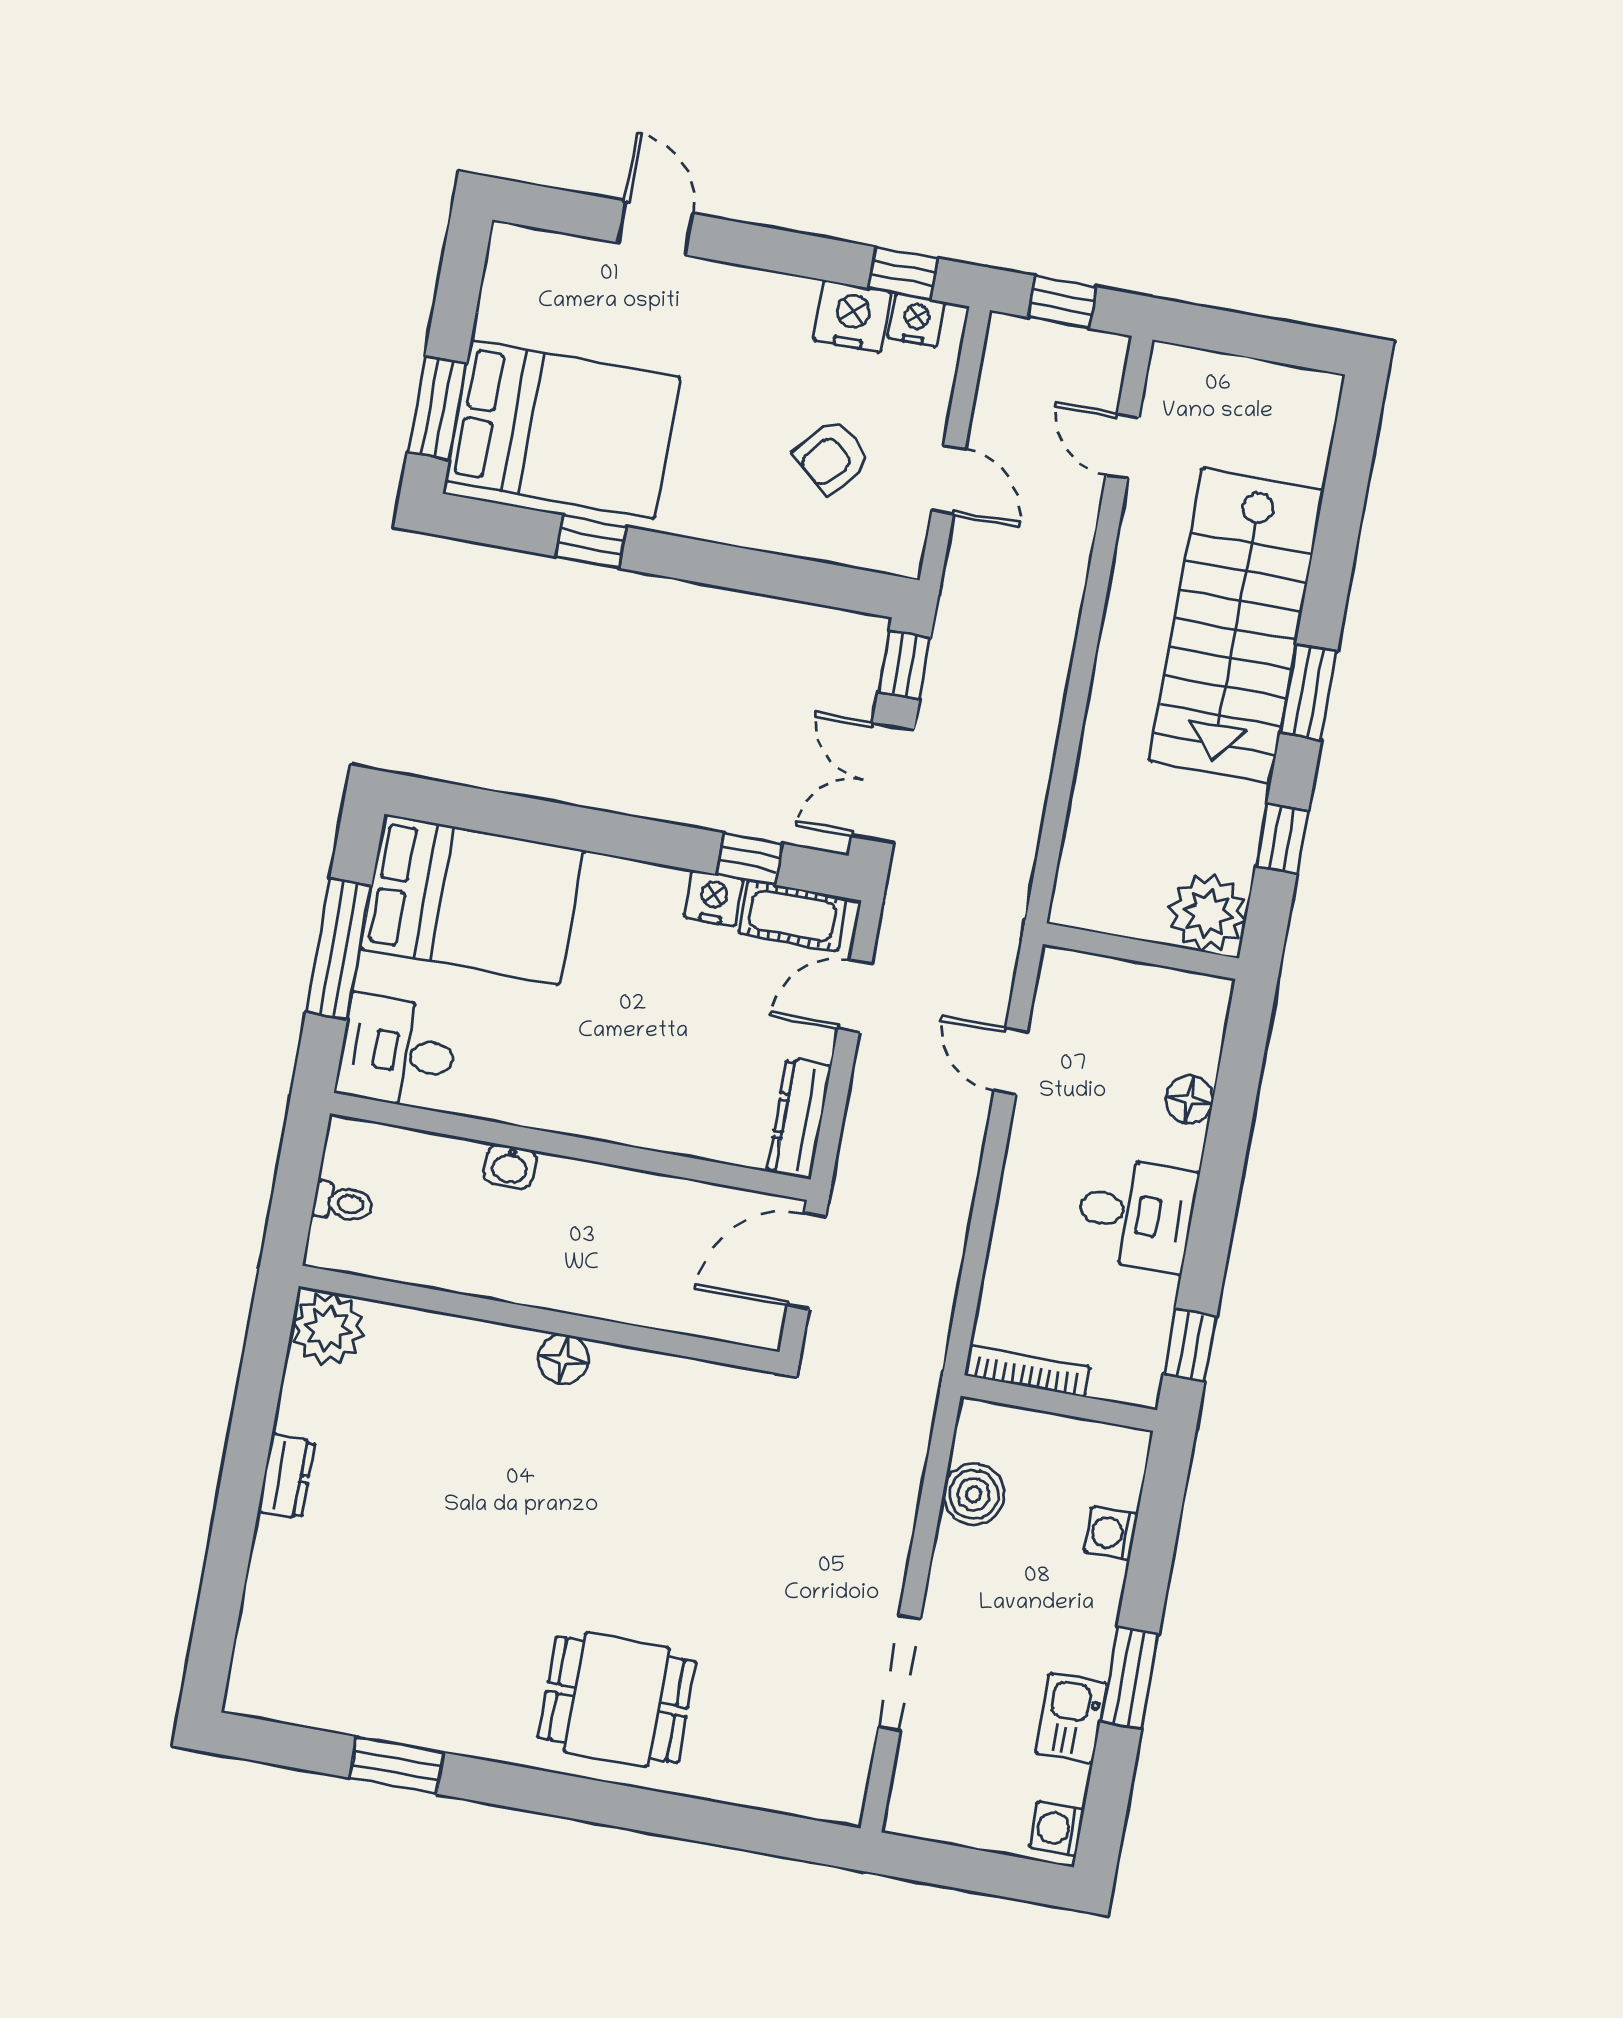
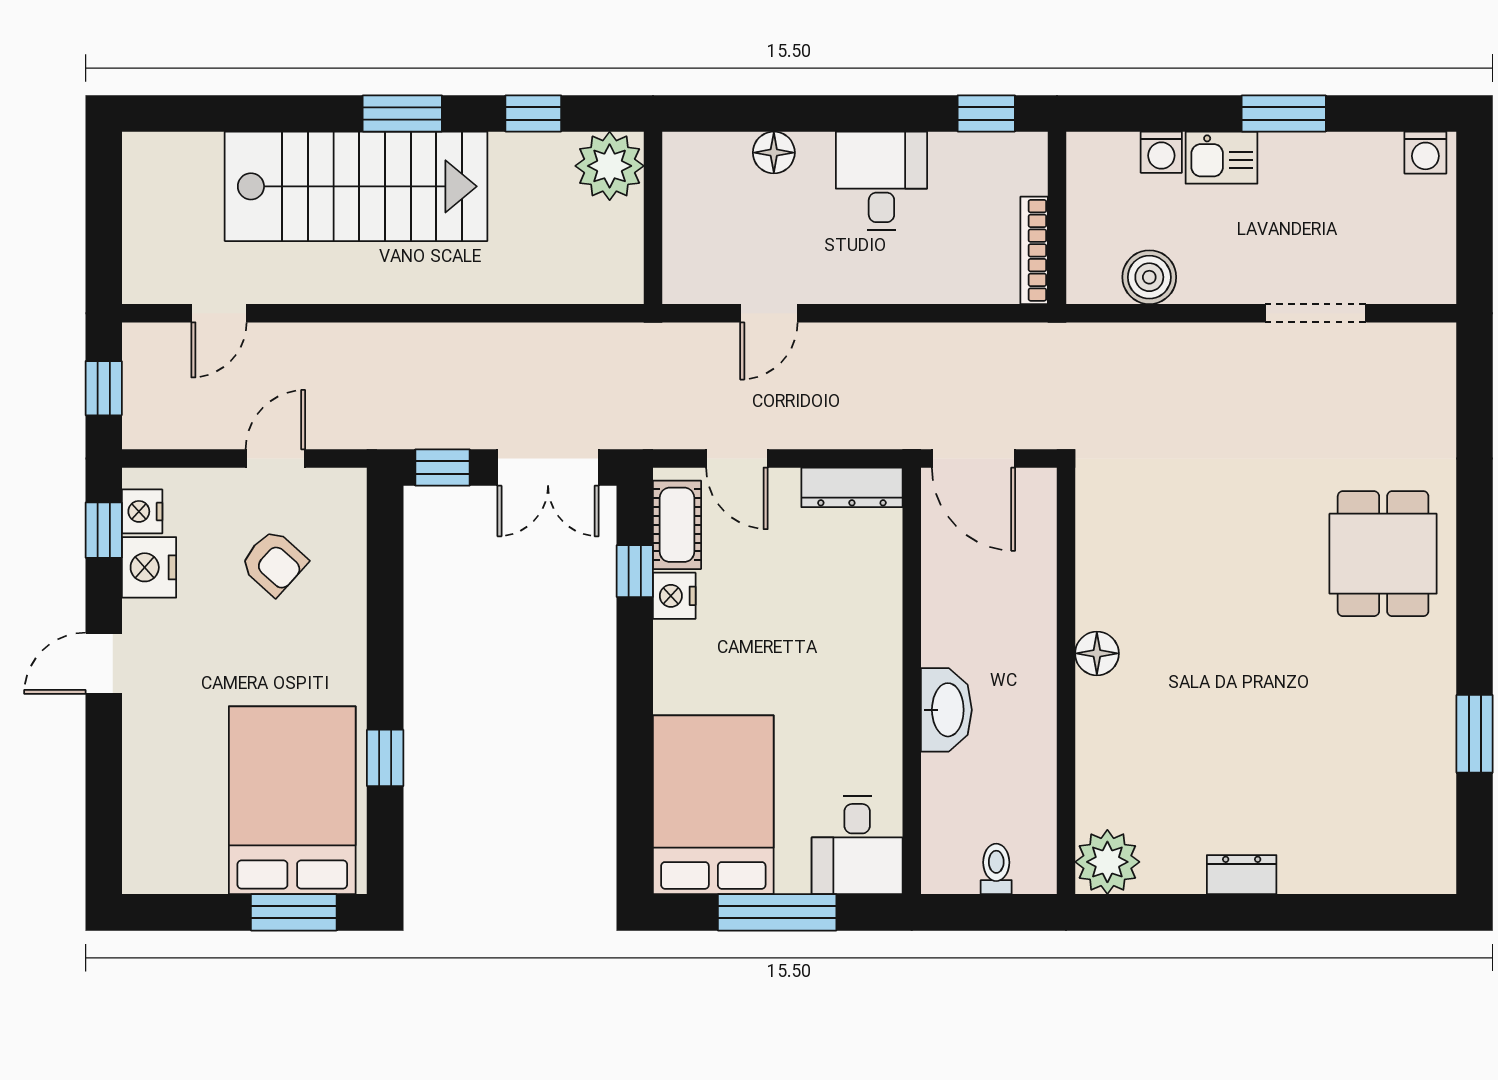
door: (655, 228) -> (104, 663), moved
washbasin: (510, 1166) -> (946, 710), width x1.91, depth x1.45
kitchen sink: (1071, 1718) -> (1222, 158), moved

